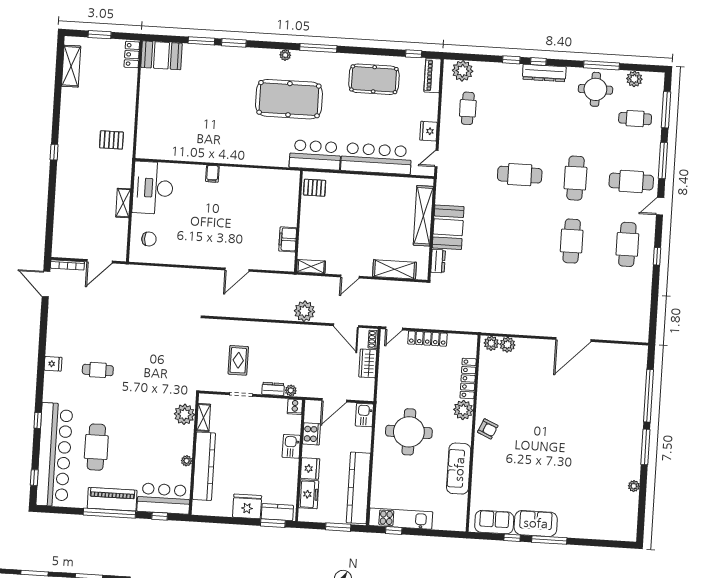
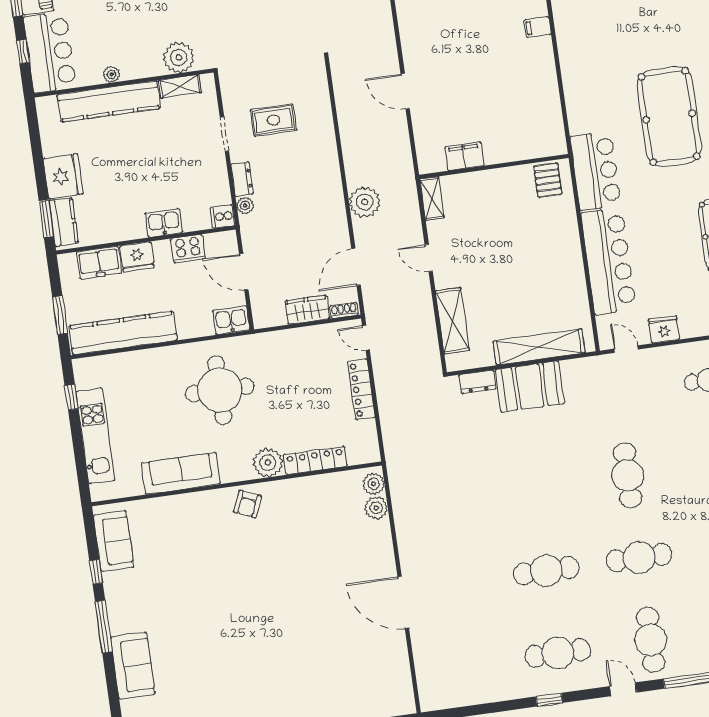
kitchen unit: (401, 519) -> (95, 436), moved
sofa: (536, 523) -> (133, 666), moved

